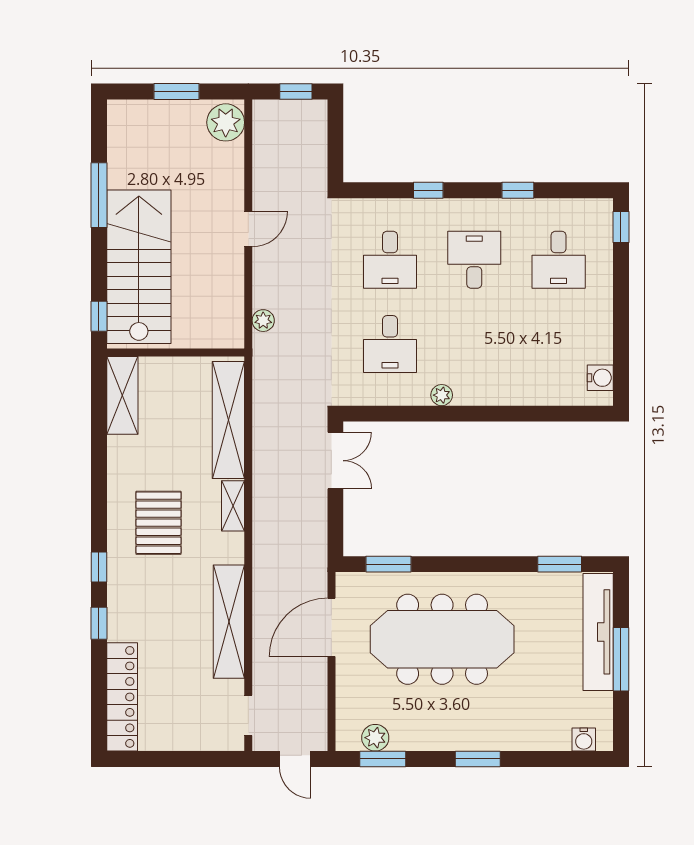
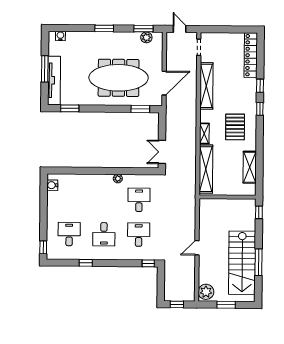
window: (428, 190) -> (148, 263), moved
stairs: (139, 267) -> (242, 263), moved
plant: (263, 321) -> (191, 210), removed
shelving: (122, 395) -> (250, 167), moved

